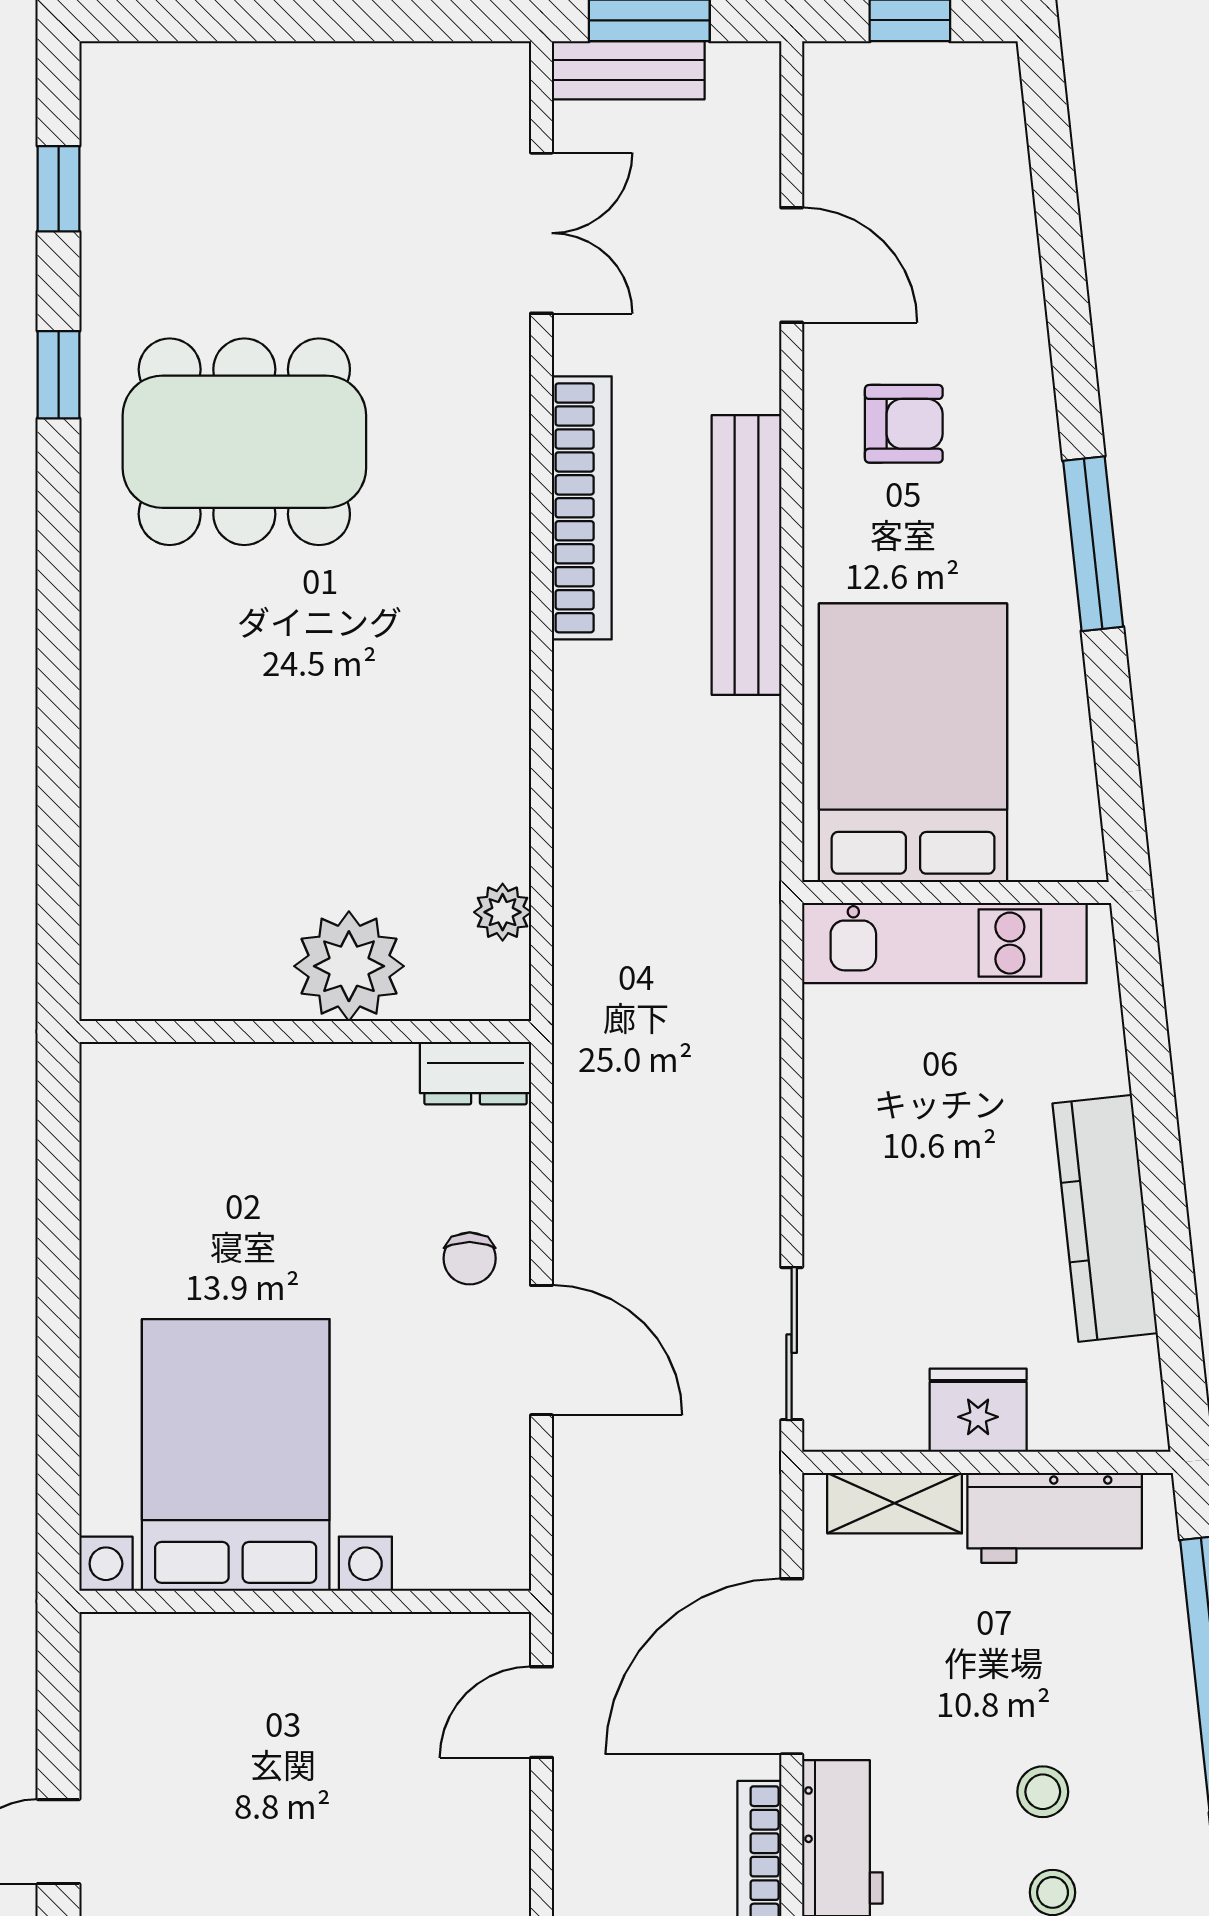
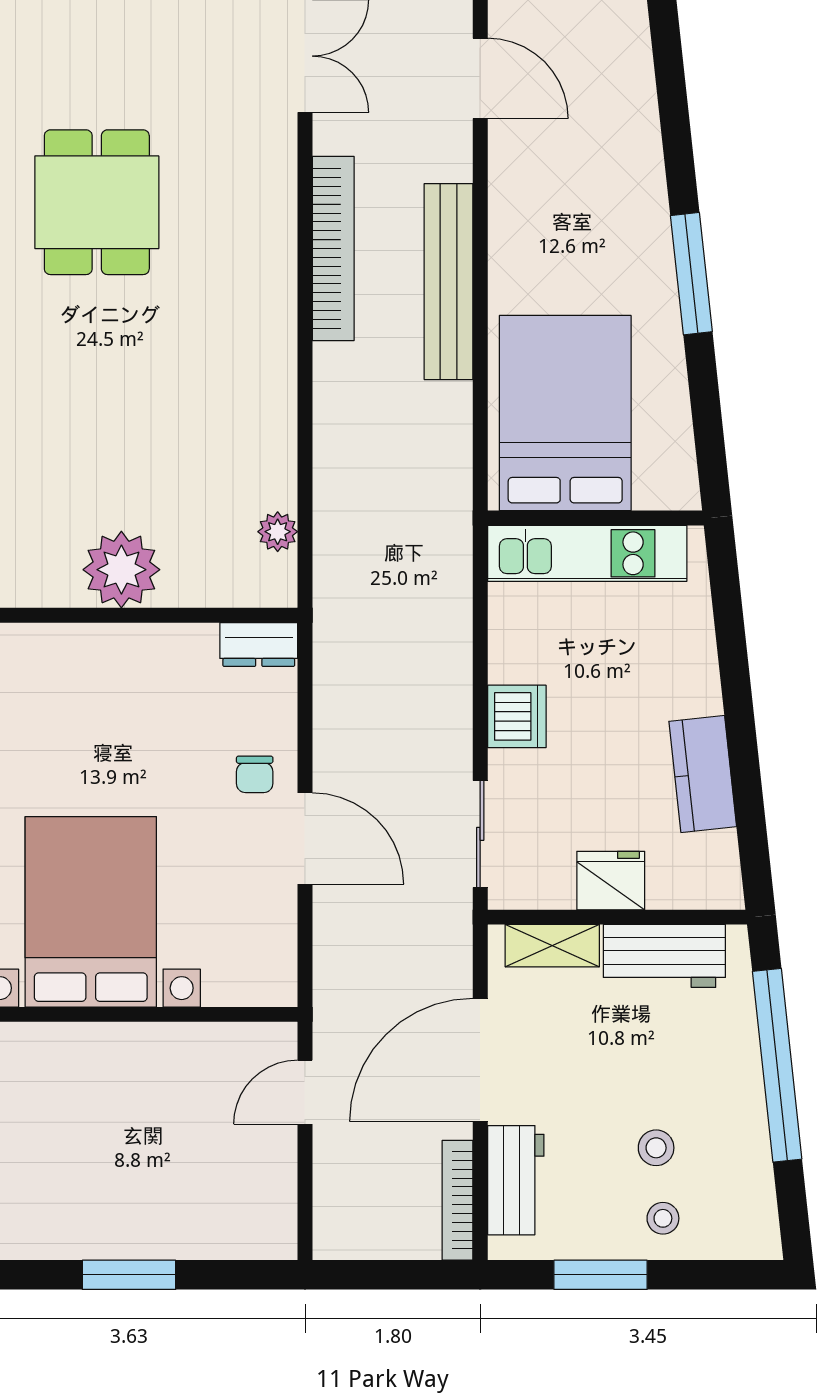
armchair: (904, 424) -> (559, 190), removed
dining table: (244, 442) -> (97, 202), width x0.73
plant: (349, 966) -> (121, 570), moved
dishwasher: (844, 1176) -> (517, 716), added
kitchen counter: (1105, 1218) -> (703, 774), width x0.67

